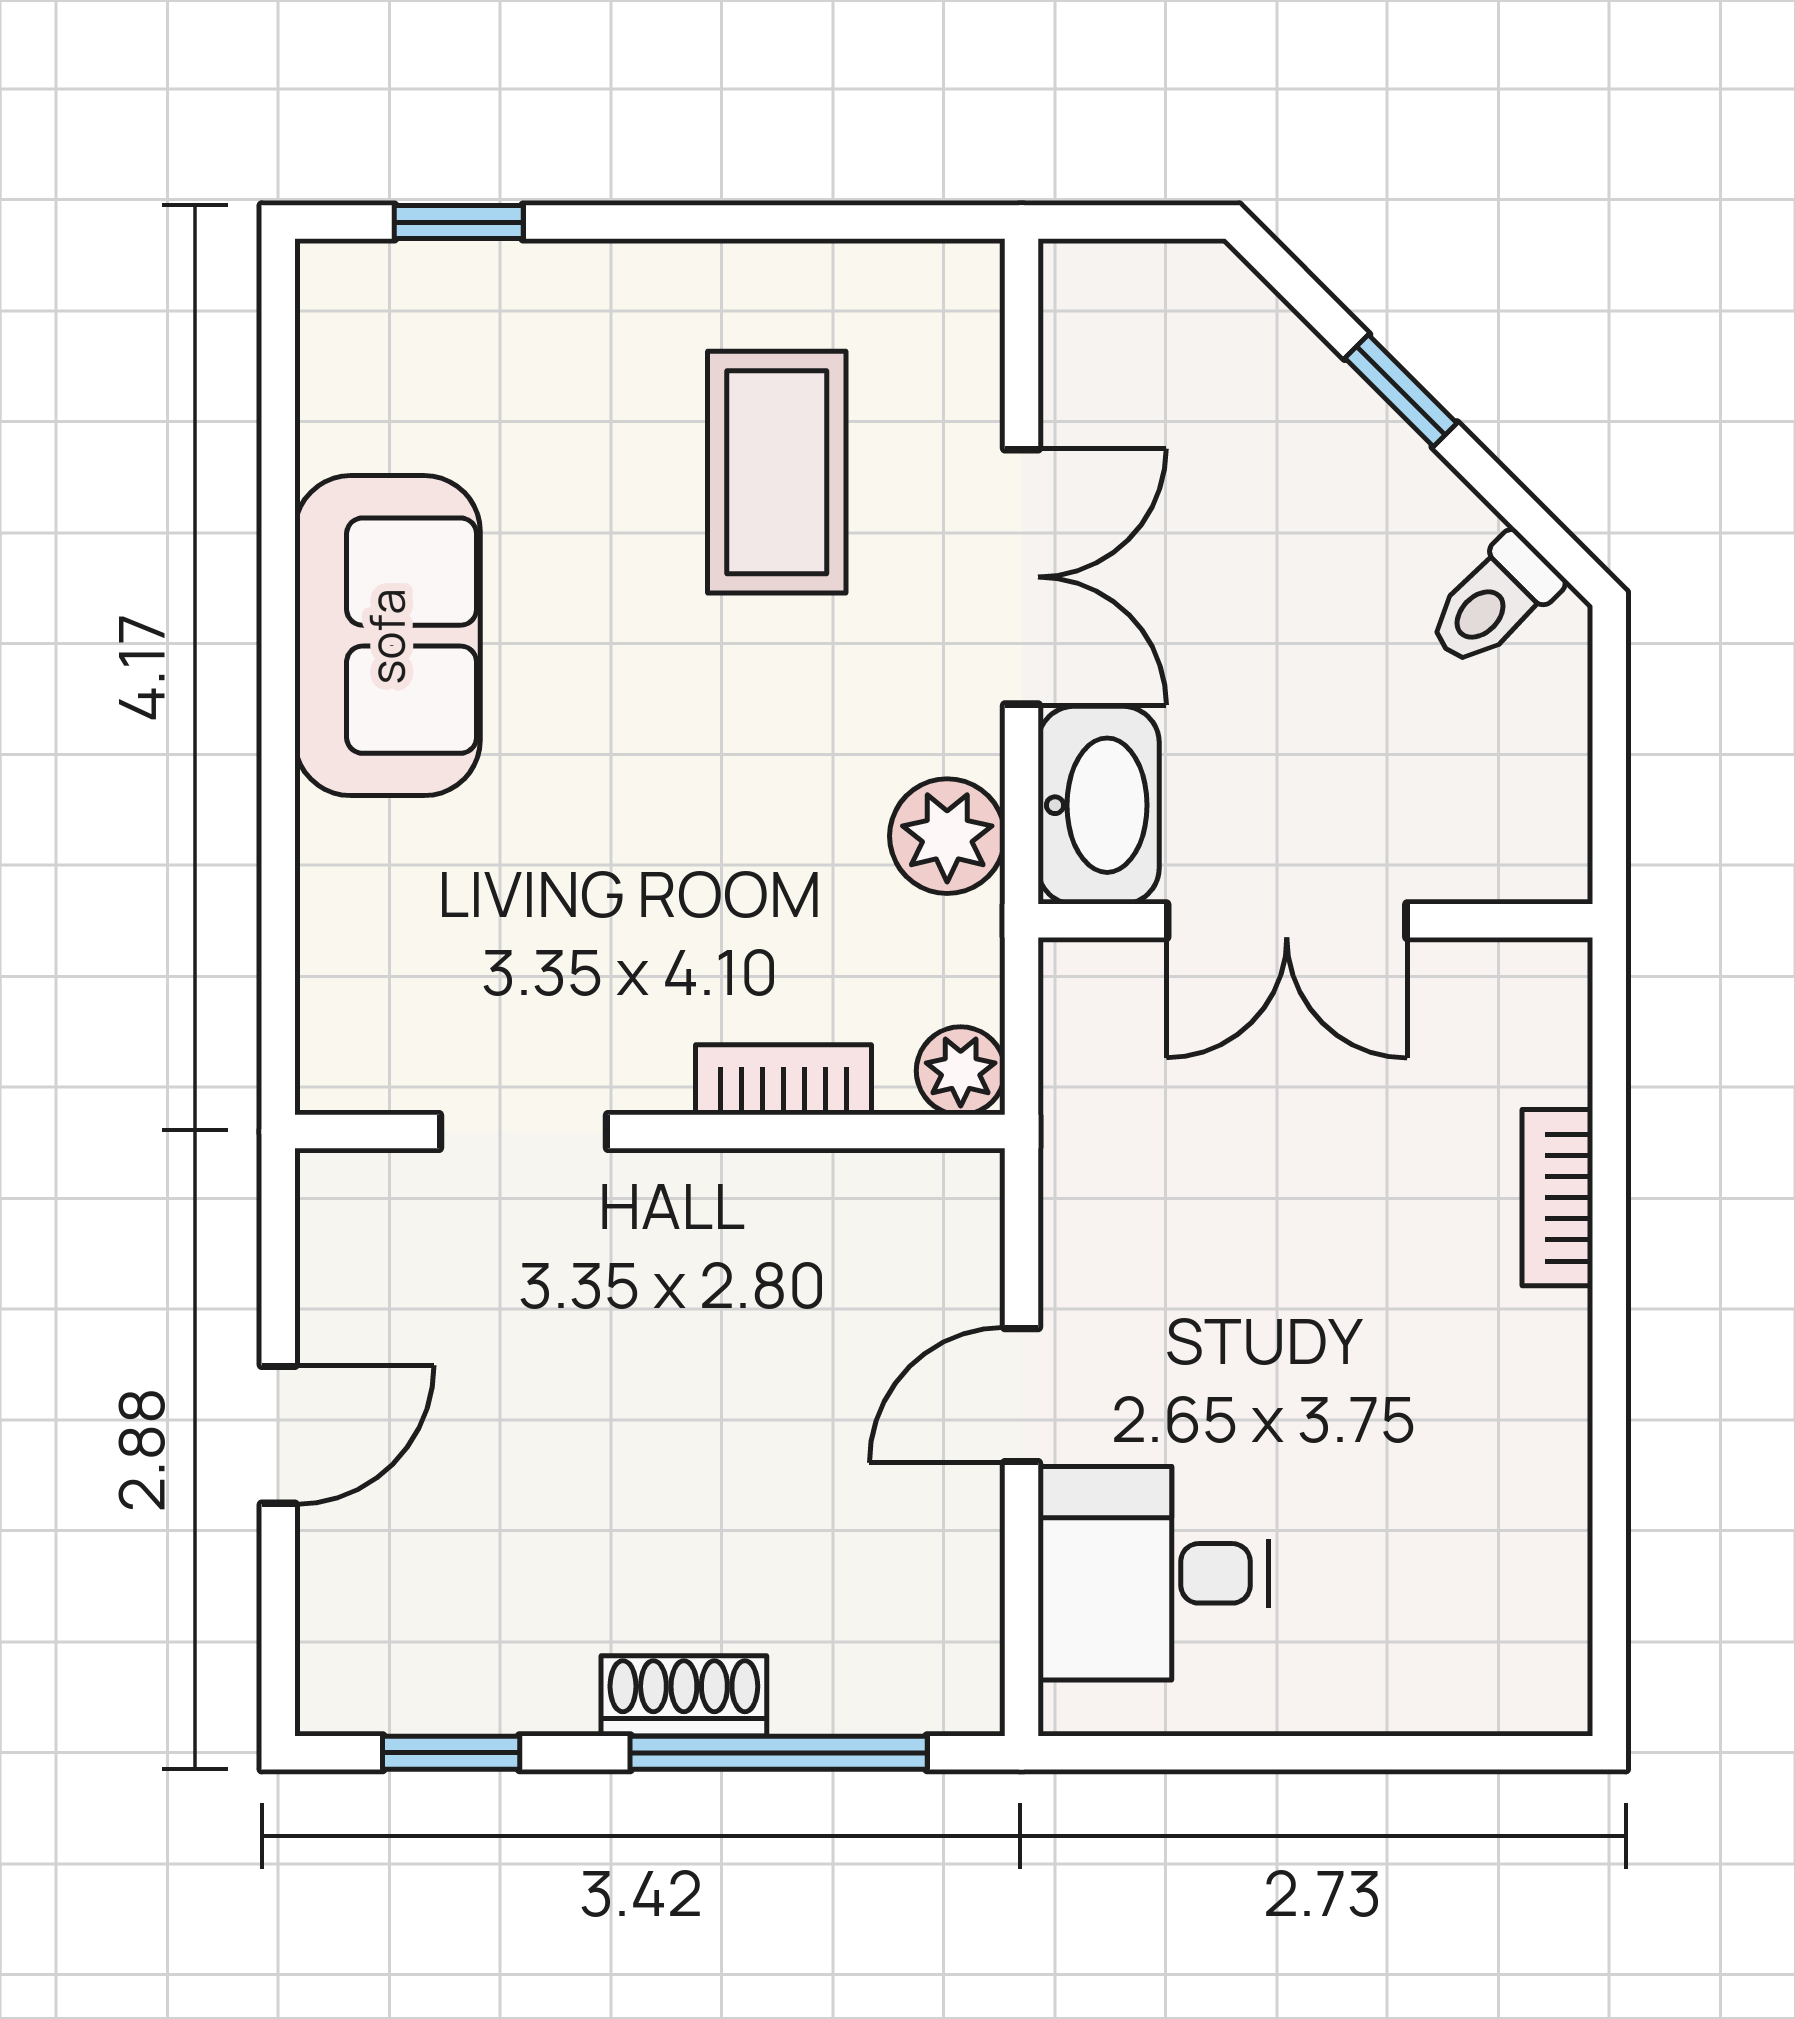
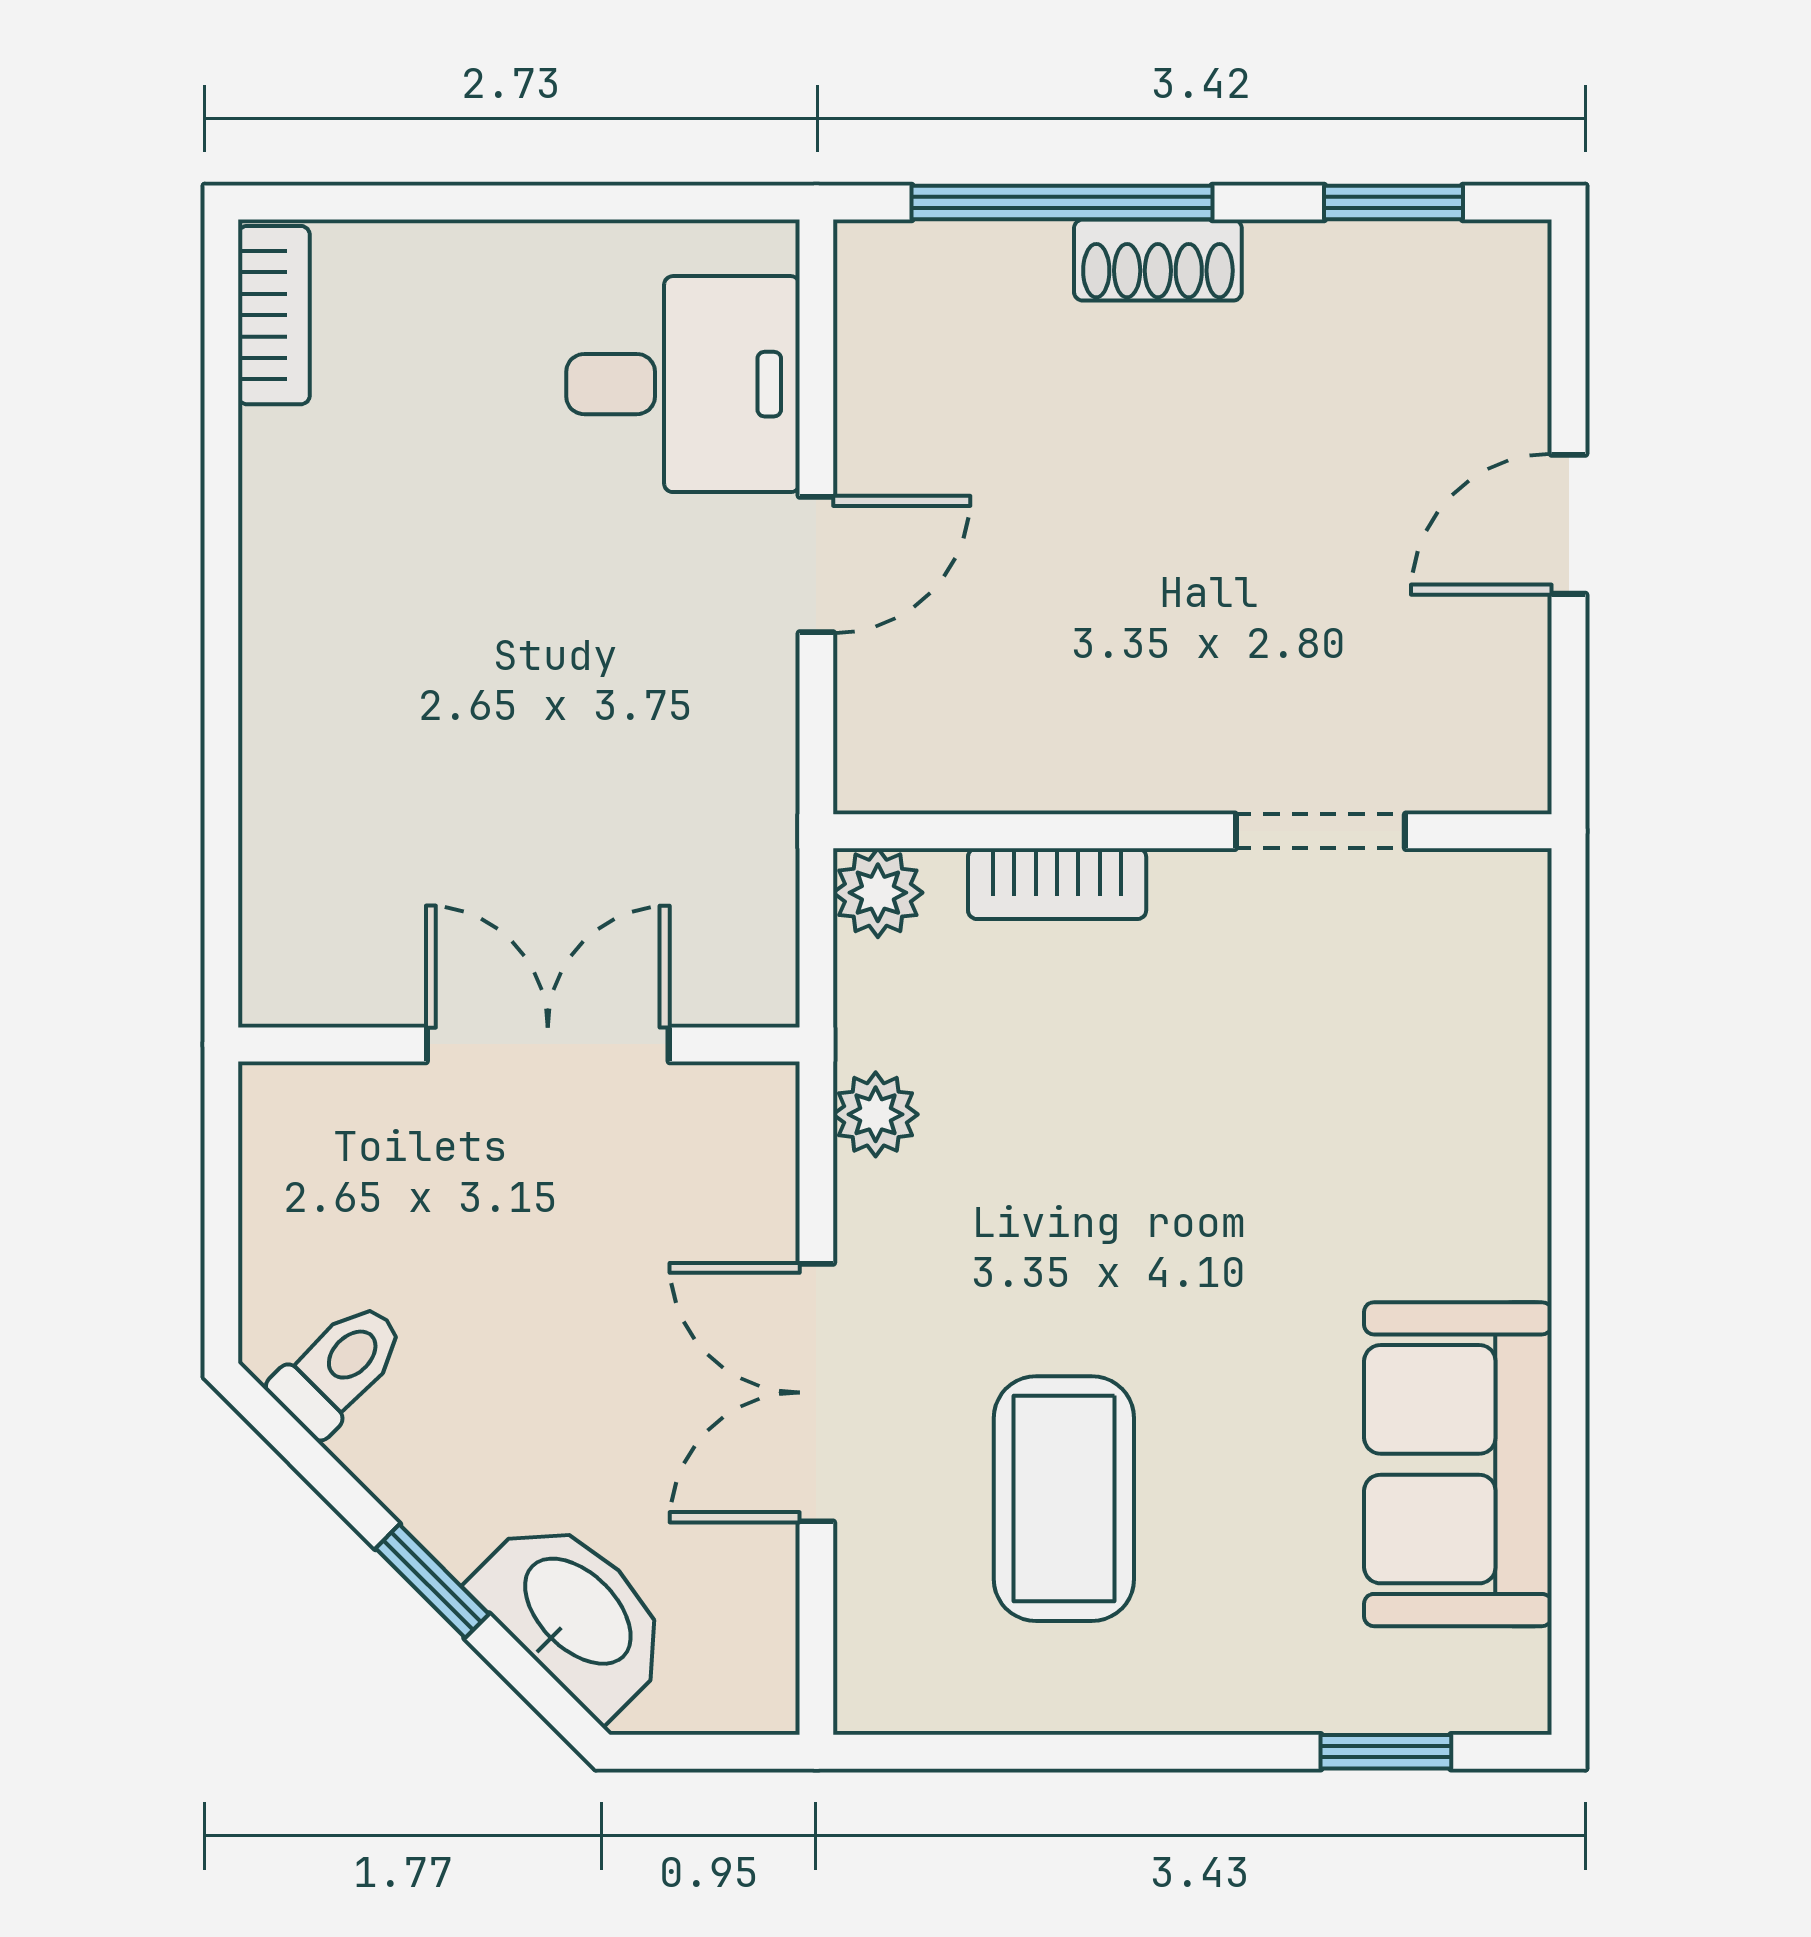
sofa: (387, 636) -> (1458, 1464), moved
washbasin: (1099, 805) -> (575, 1614), moved, turned 135
plant: (947, 836) -> (876, 1114), width x0.73, depth x0.73
bookcase: (1557, 1198) -> (274, 315), moved

